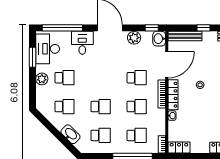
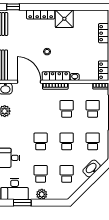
school desk: (137, 78) -> (41, 141), moved

